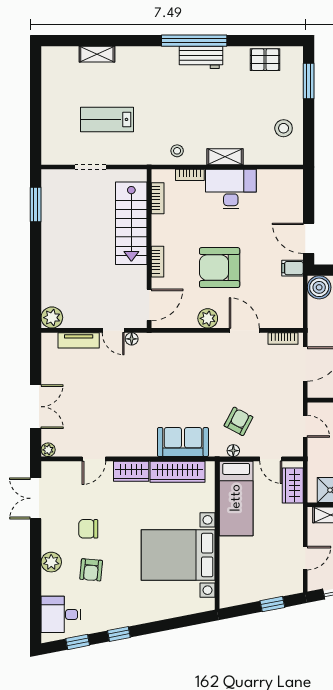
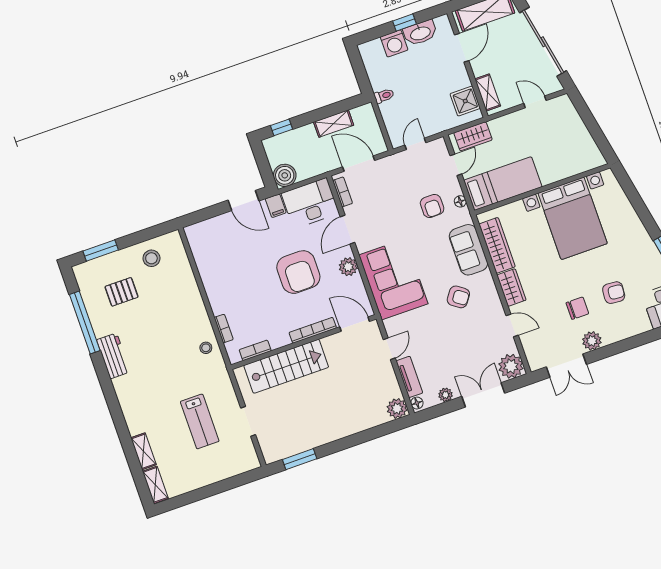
window: (194, 41) -> (85, 322), moved
pallet: (265, 60) -> (122, 292), moved, turned 90
shelving: (225, 157) -> (155, 485), moved
desk: (231, 189) -> (310, 203), moved, turned 90
door: (309, 238) -> (244, 201), hinge flipped
bookcase: (158, 262) -> (313, 330), width x1.56
floor lamp: (132, 339) -> (417, 403), moved
corner sofa: (180, 358) -> (393, 279), added
plant: (49, 370) -> (446, 395), added
armchair: (140, 416) -> (458, 297), added
armchair: (238, 421) -> (432, 206), turned -118
plant: (48, 450) -> (511, 366), width x1.88, depth x1.88
chair: (88, 529) -> (577, 308), turned -90
plant: (51, 562) -> (592, 341), moved
window: (272, 604) -> (587, 117), removed

